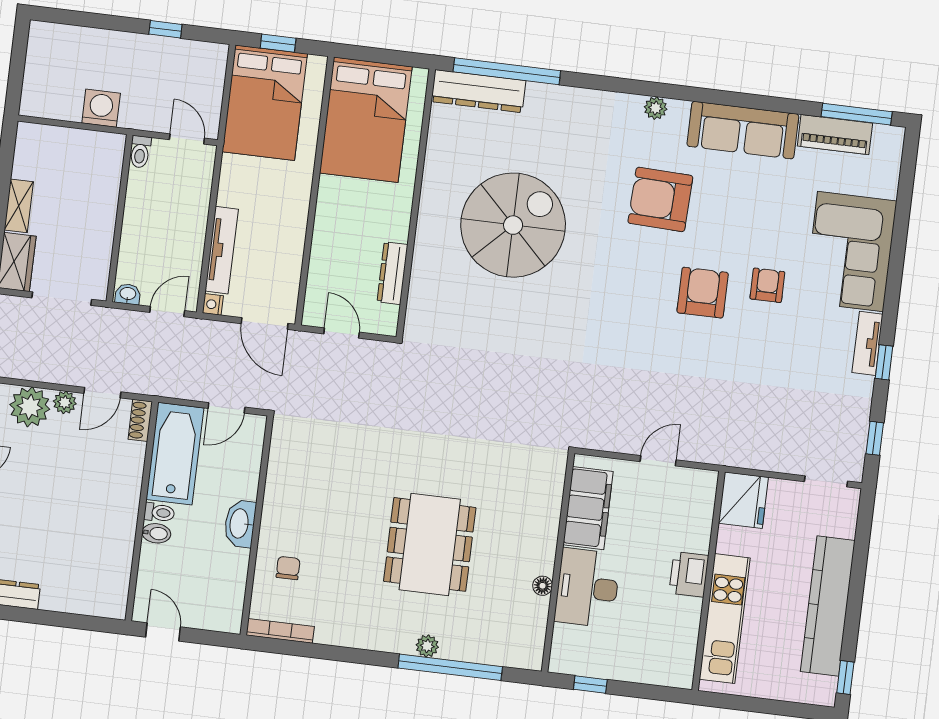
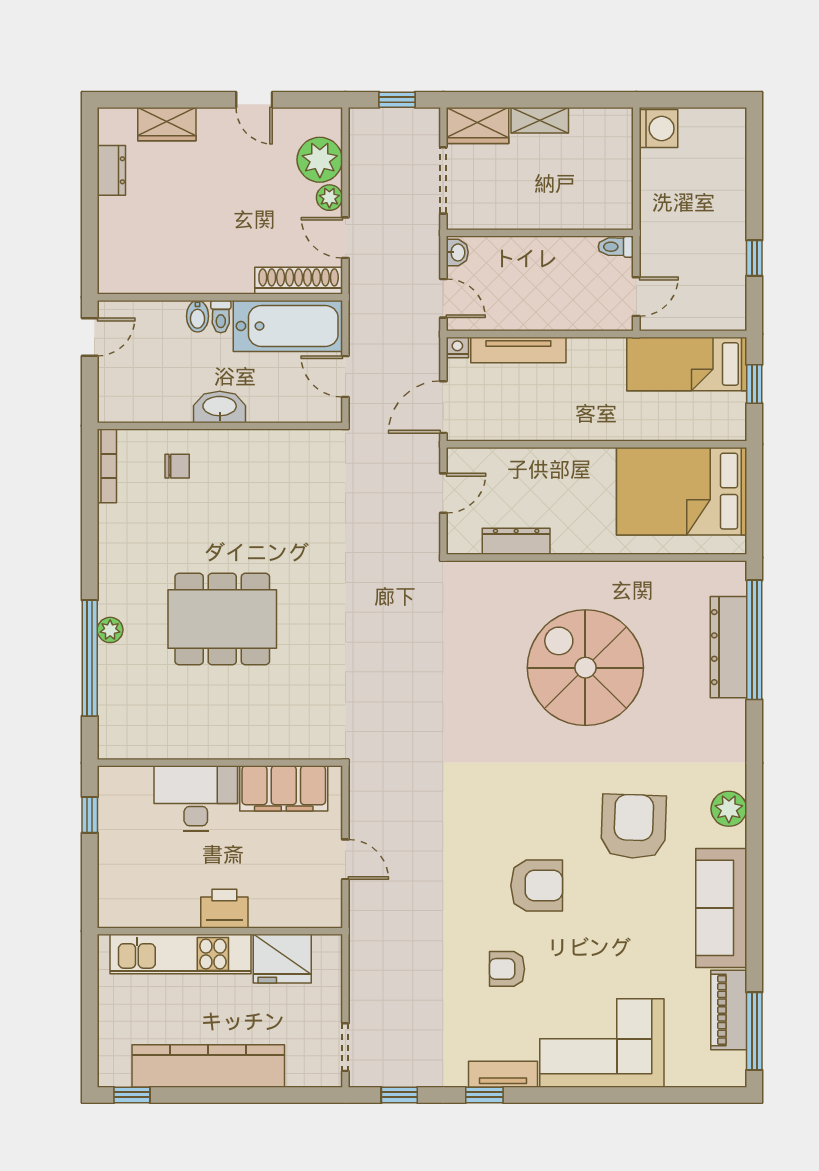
dresser: (478, 91) -> (728, 647), moved
bed: (265, 103) -> (687, 364), width x0.67
washing machine: (101, 108) -> (659, 129), moved
plant: (656, 108) -> (729, 809), width x1.38, depth x1.38
spiral stairs: (513, 225) -> (585, 668), turned 180
armchair: (767, 285) -> (507, 969), moved, turned 180
shoe rack: (140, 420) -> (299, 281), width x1.94, depth x1.24
fridge: (743, 500) -> (282, 959), moved
floor lamp: (543, 586) -> (192, 749), removed

